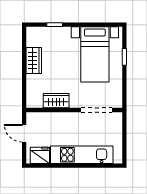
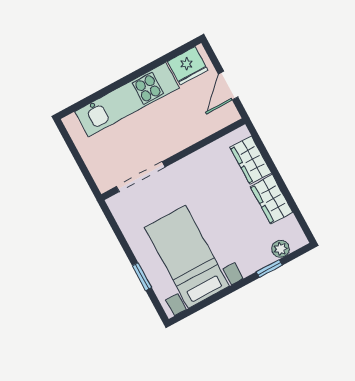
plant: (43, 32) -> (281, 249), added
wardrobe: (56, 101) -> (251, 160), moved, turned 90
door: (24, 133) -> (228, 86), swing flipped

